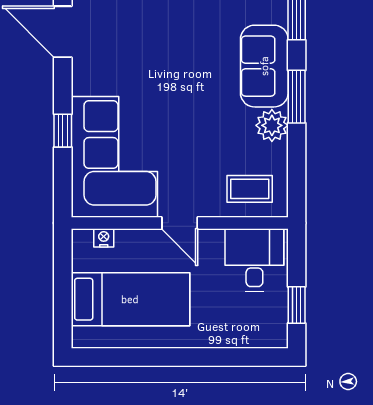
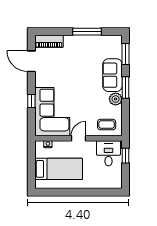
door: (180, 223) -> (78, 138), swing flipped
window: (297, 305) -> (125, 156), moved

